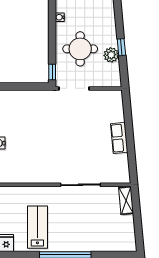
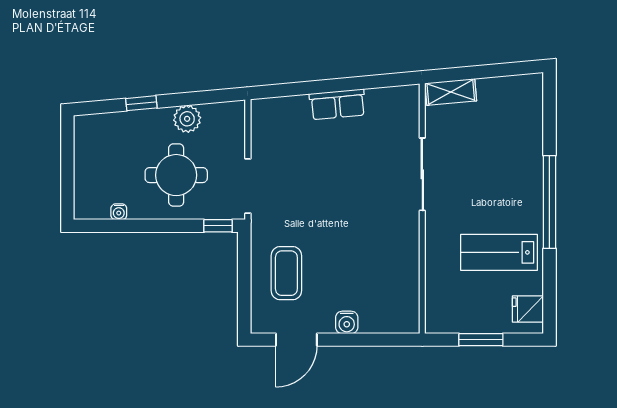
window: (121, 47) -> (141, 103), moved
coffee table: (26, 110) -> (286, 273), added

